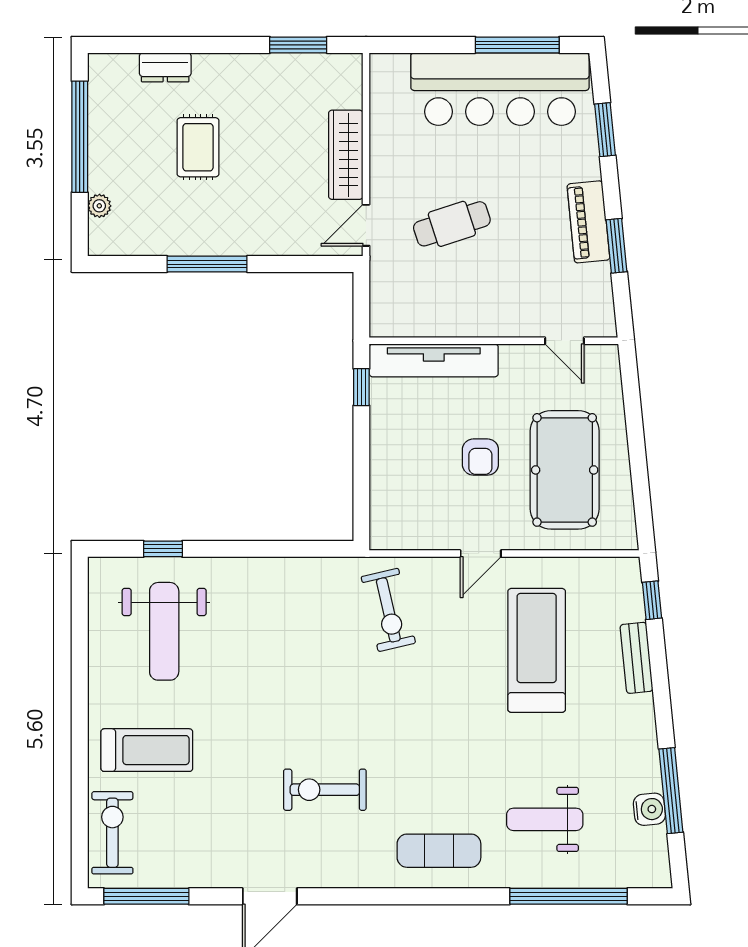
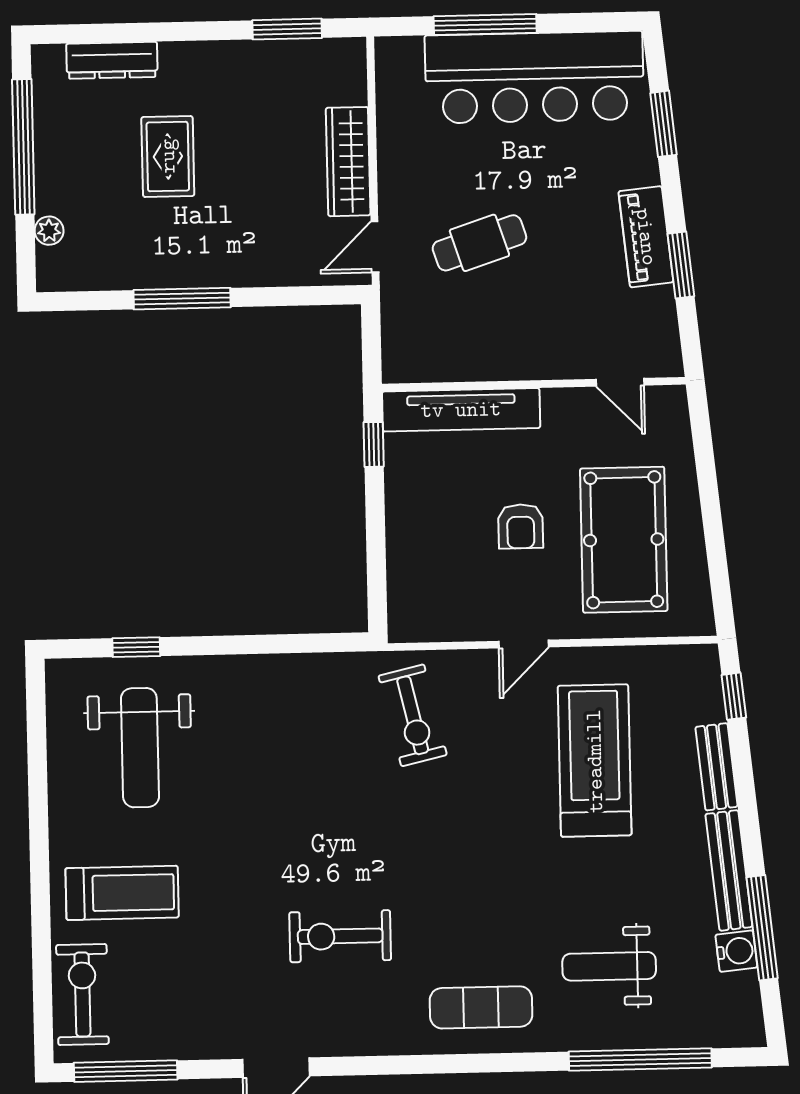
window: (517, 45) -> (485, 25), moved
dresser: (165, 67) -> (112, 60), width x1.44
bench: (645, 743) -> (729, 870), added

